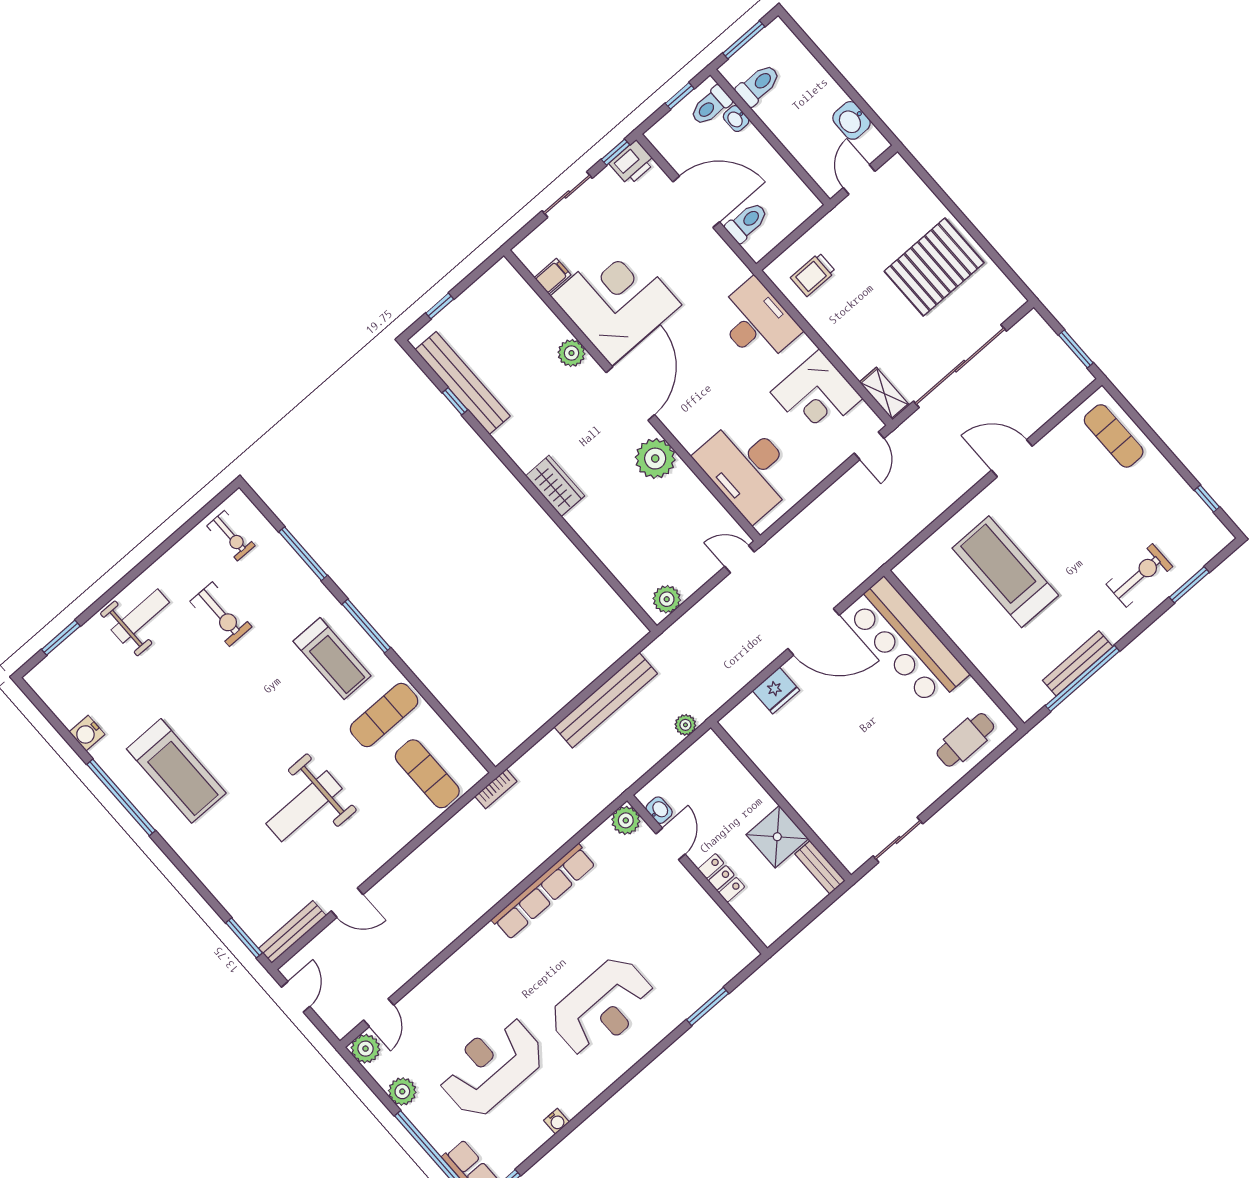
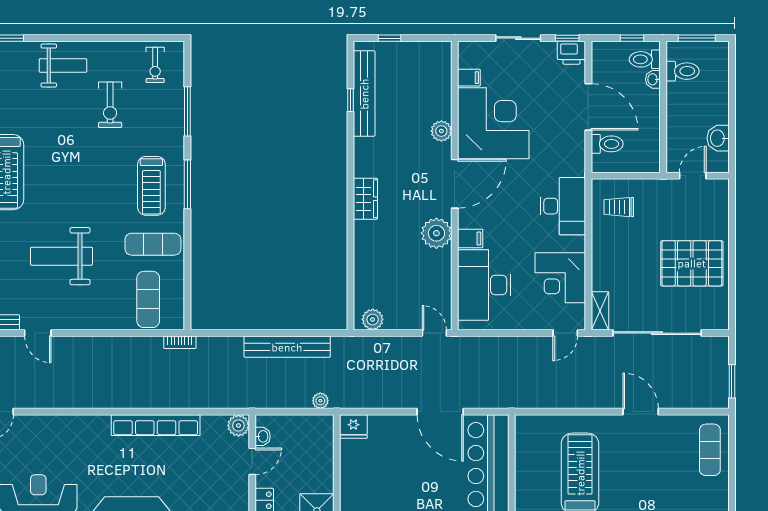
filing cabinet: (693, 435) -> (470, 239), added
fridge: (776, 691) -> (353, 426), moved

